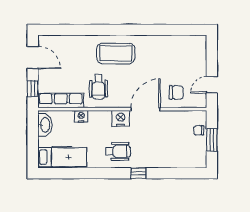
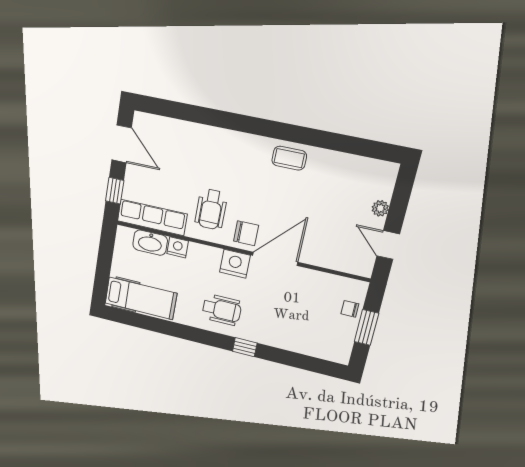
coffee table: (116, 53) -> (289, 158), moved, width x0.54, depth x0.58
plant: (202, 64) -> (380, 208), added
door: (212, 85) -> (388, 245), hinge flipped
chair: (176, 92) -> (246, 233), moved
washbasin: (45, 125) -> (150, 243), moved, turned 90

